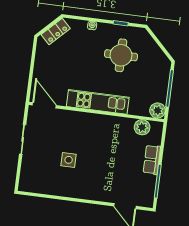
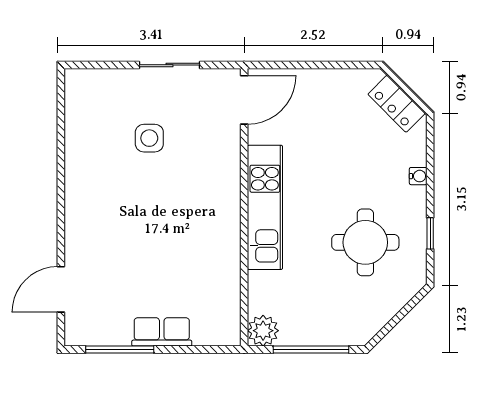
plant: (142, 127) -> (225, 304), removed
side table: (69, 160) -> (149, 138), moved

